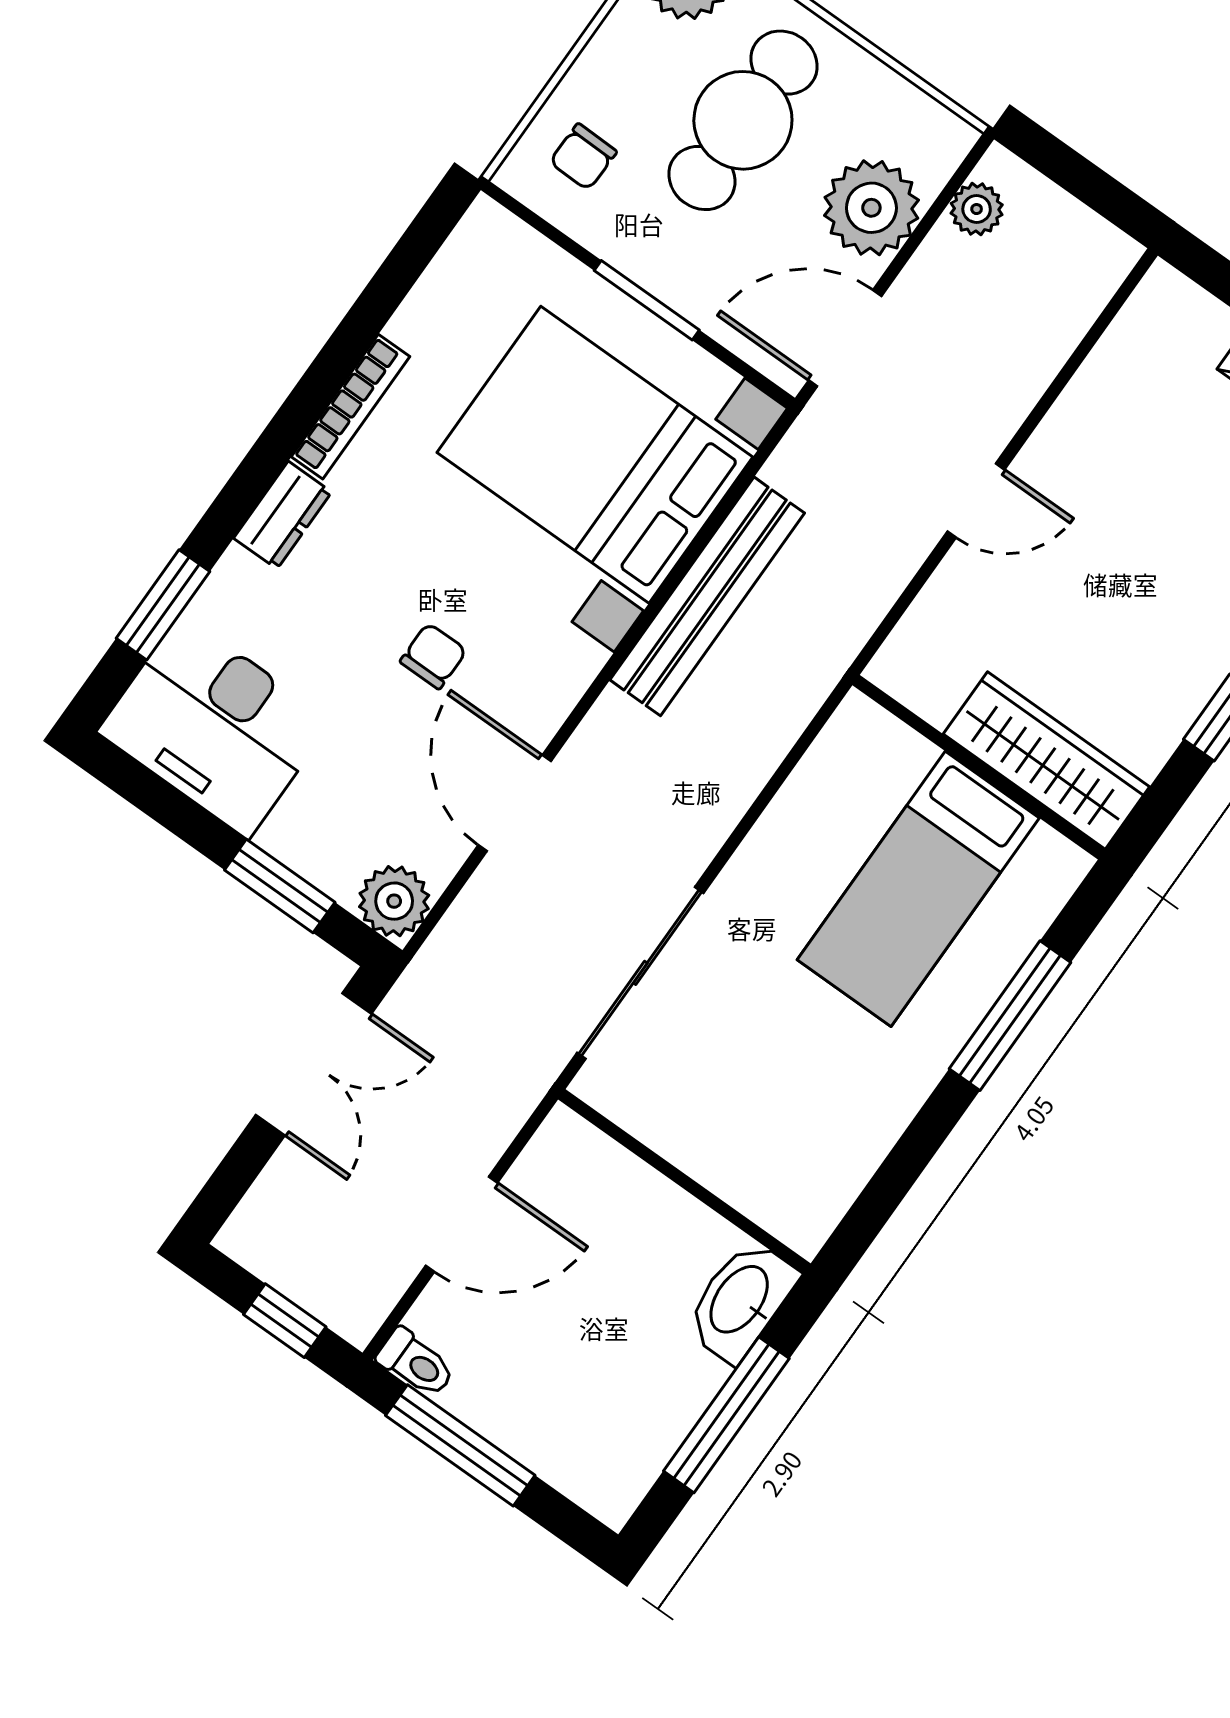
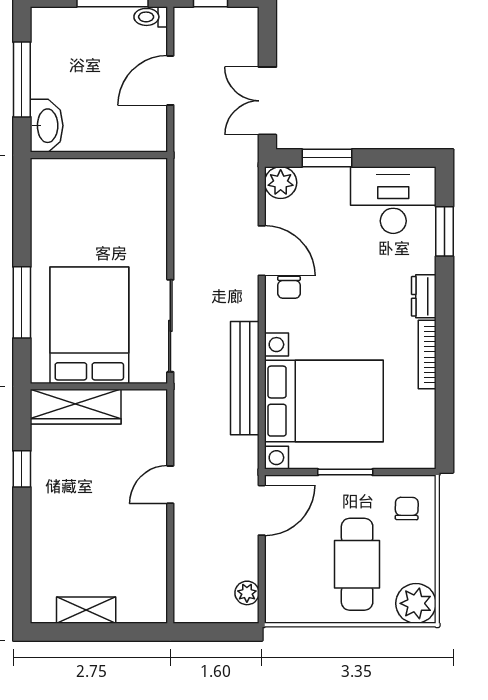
plant: (871, 208) -> (286, 566), removed
chair: (433, 656) -> (289, 287), moved
bed: (918, 889) -> (89, 325), width x1.50
sliding door: (640, 973) -> (170, 326), moved

